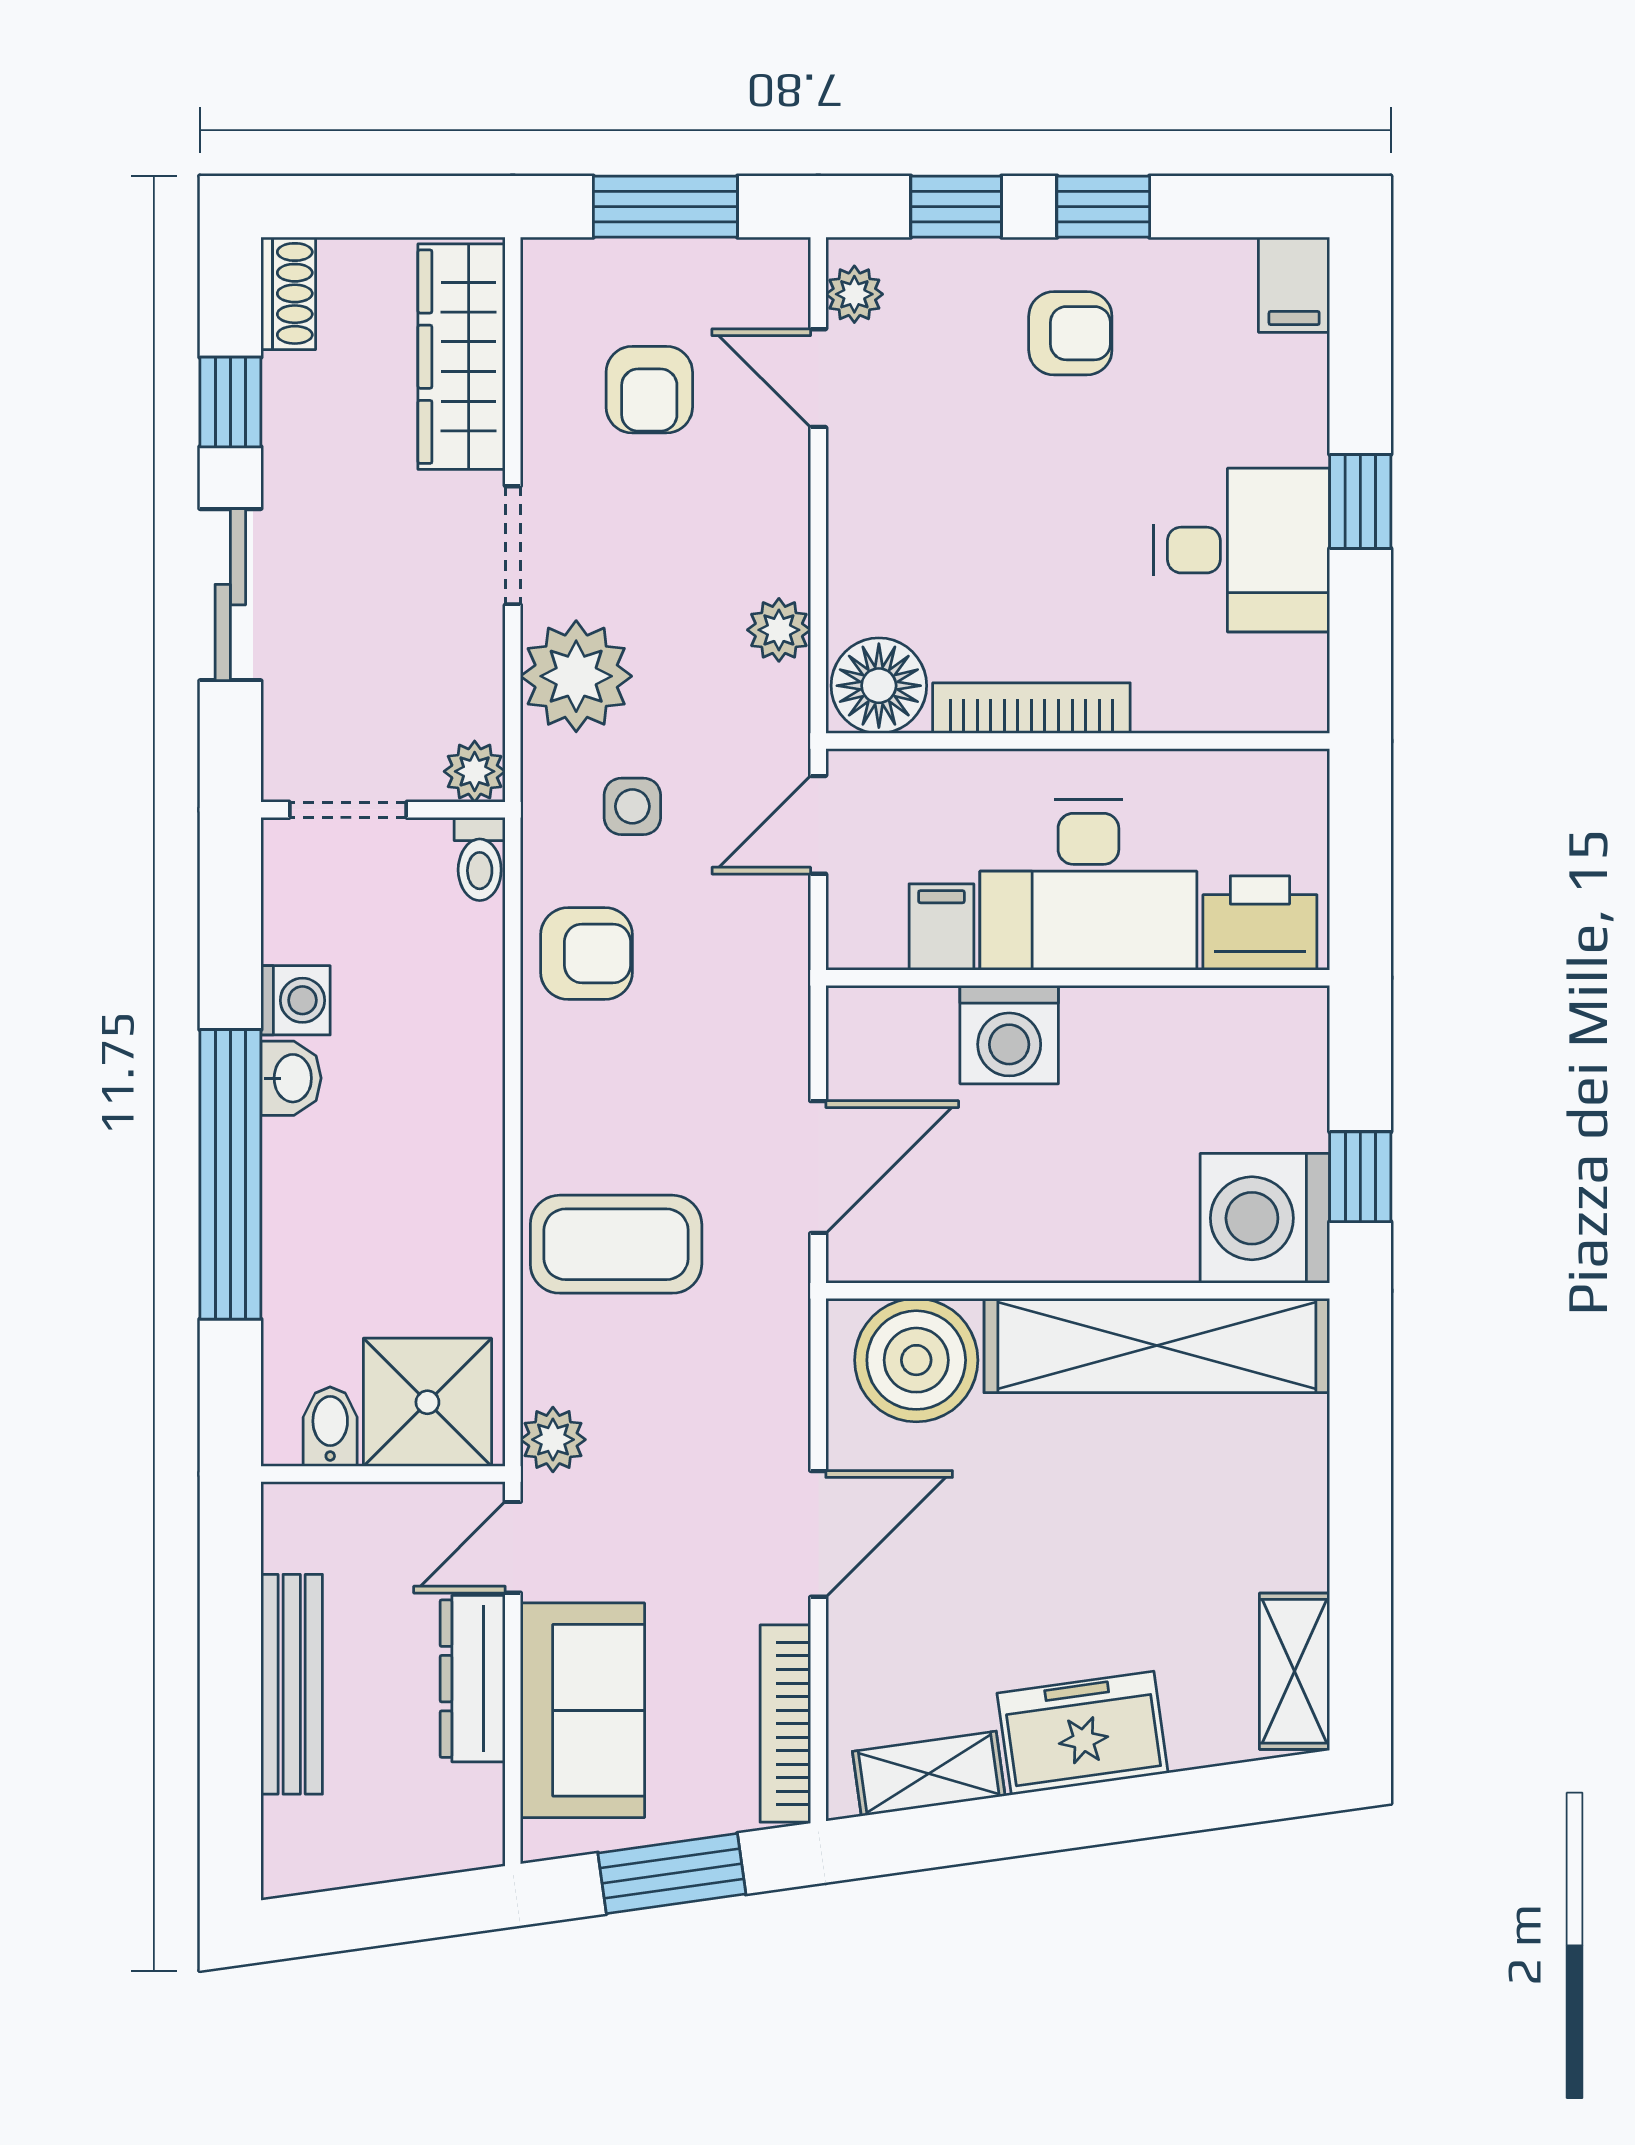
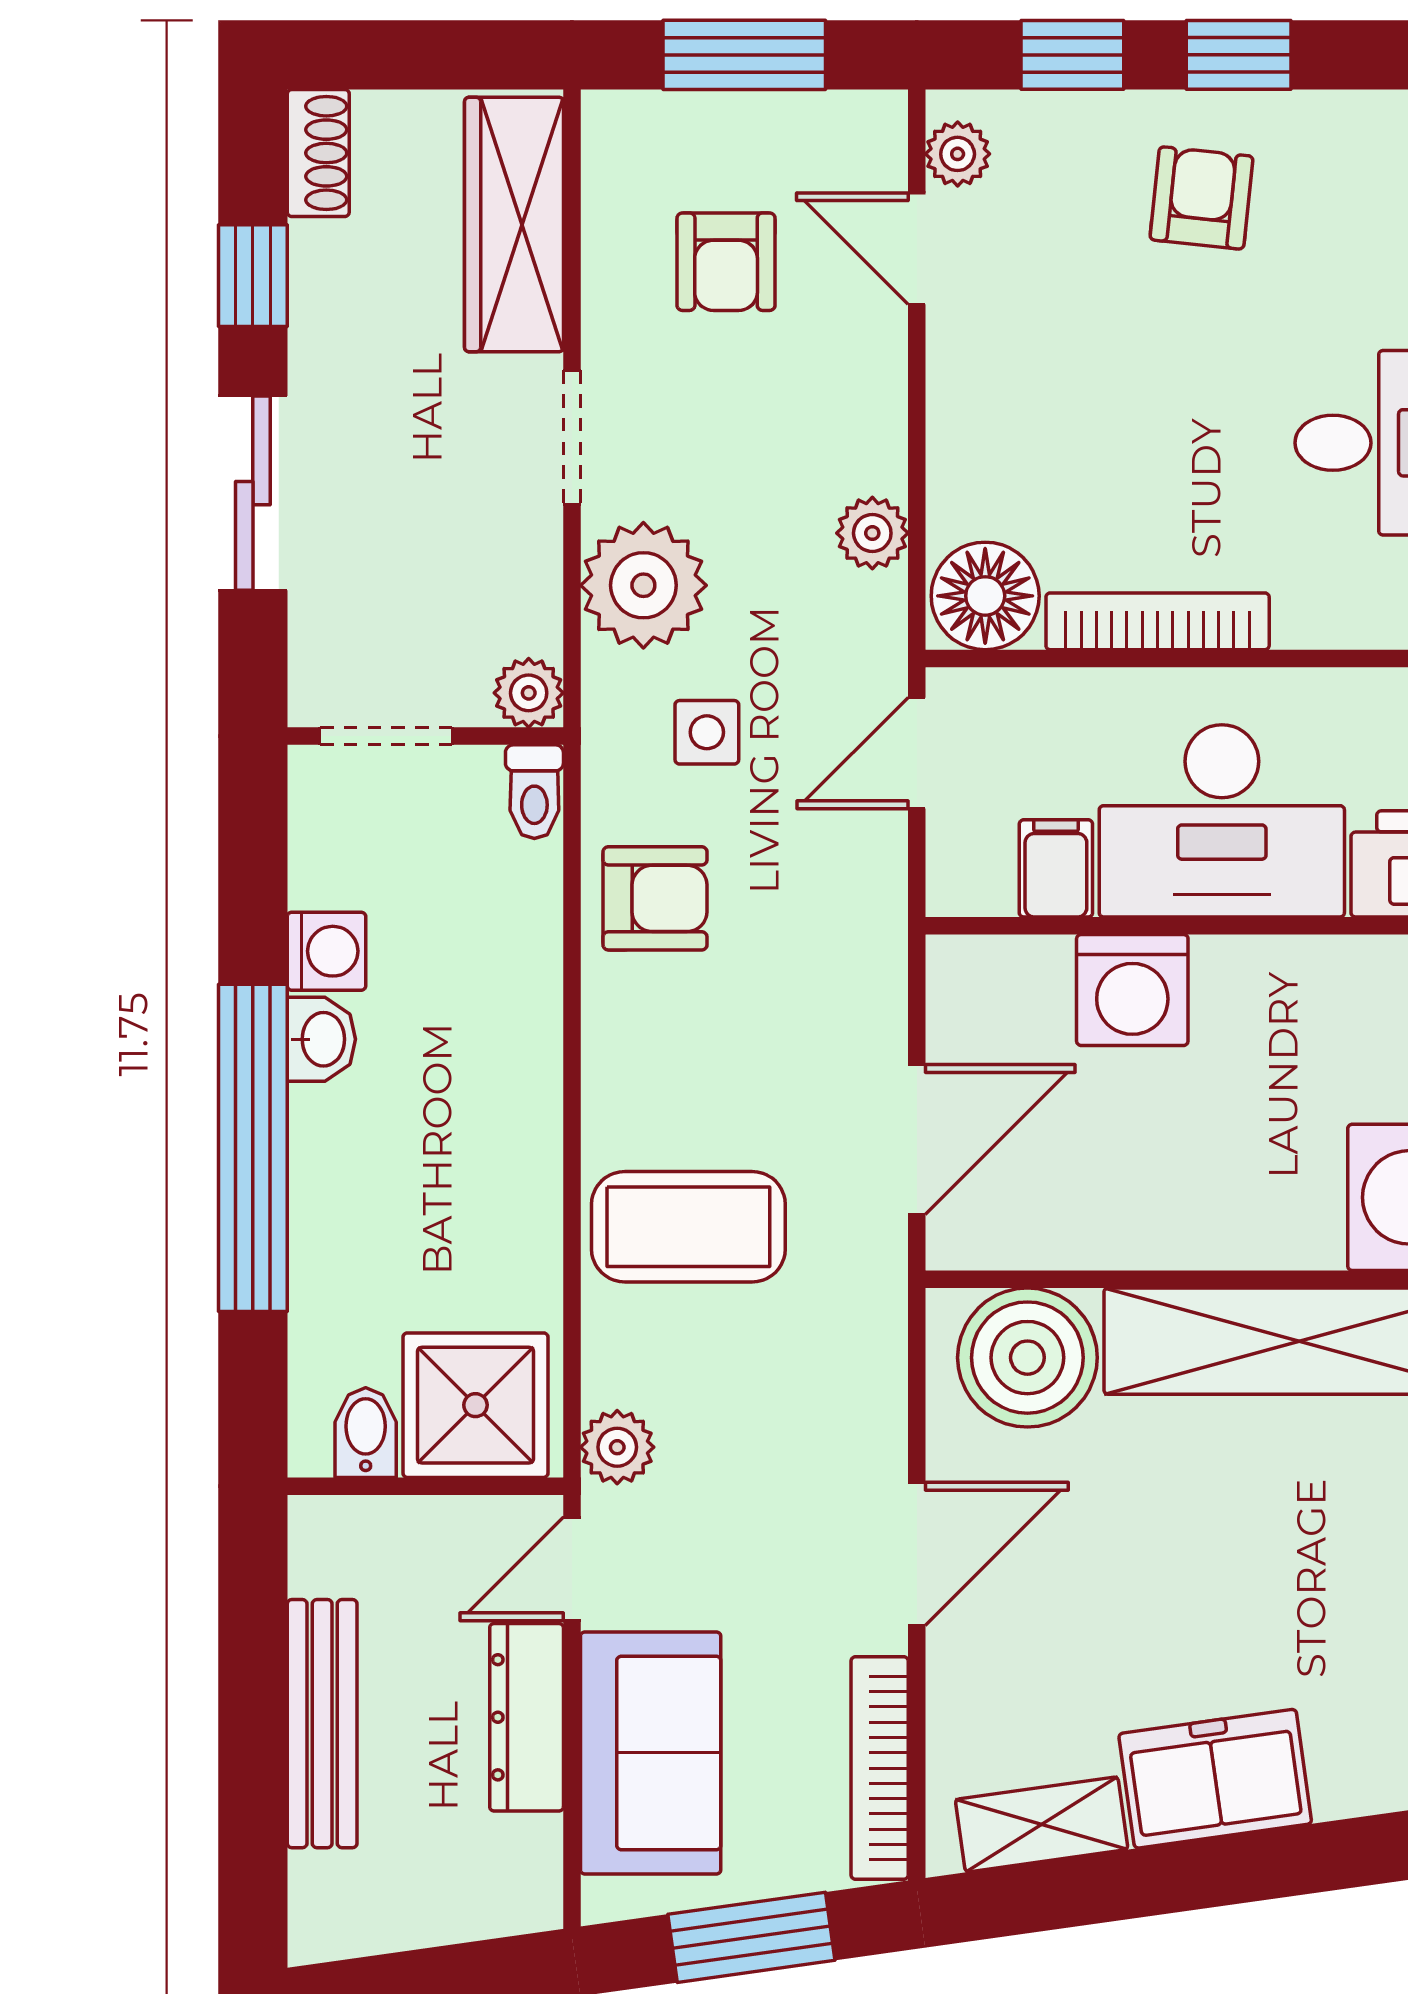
armchair: (1070, 333) -> (1201, 198), turned -84

